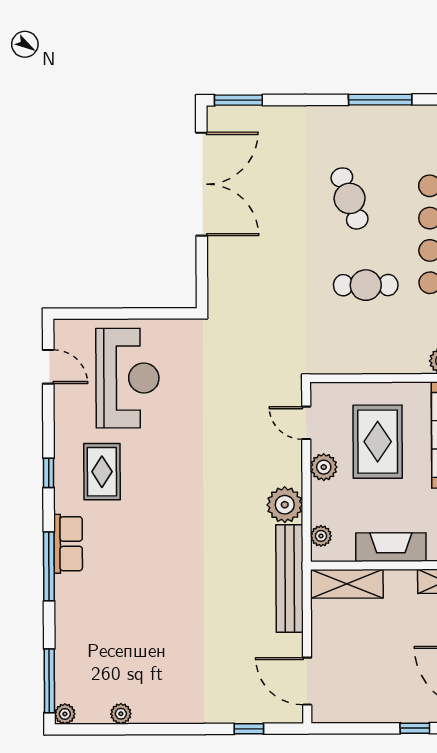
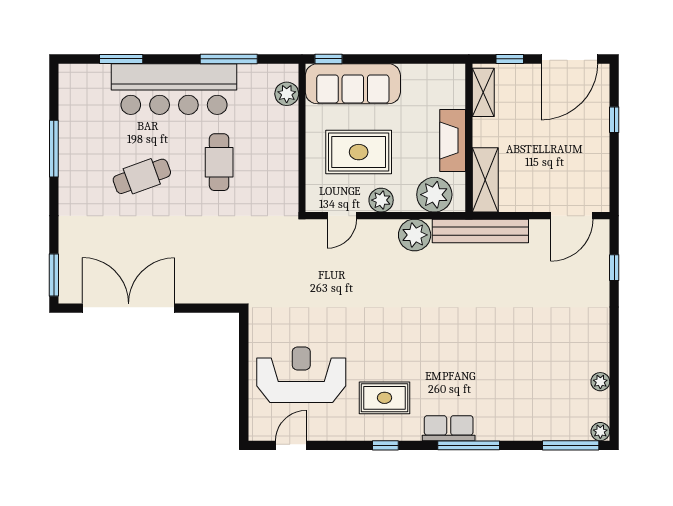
plant: (321, 536) -> (434, 195), width x1.88, depth x1.88

